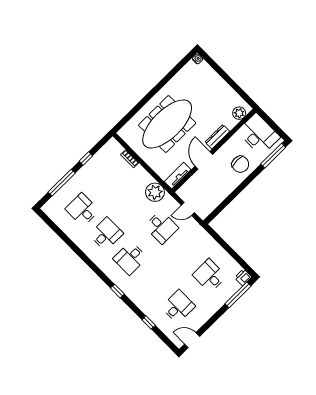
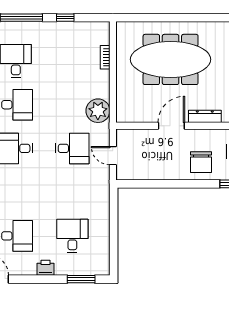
tv unit: (178, 176) -> (134, 116), removed
desk: (161, 227) -> (72, 148), turned -90
printer: (243, 277) -> (45, 268), moved
window: (238, 295) -> (81, 279), width x0.69

